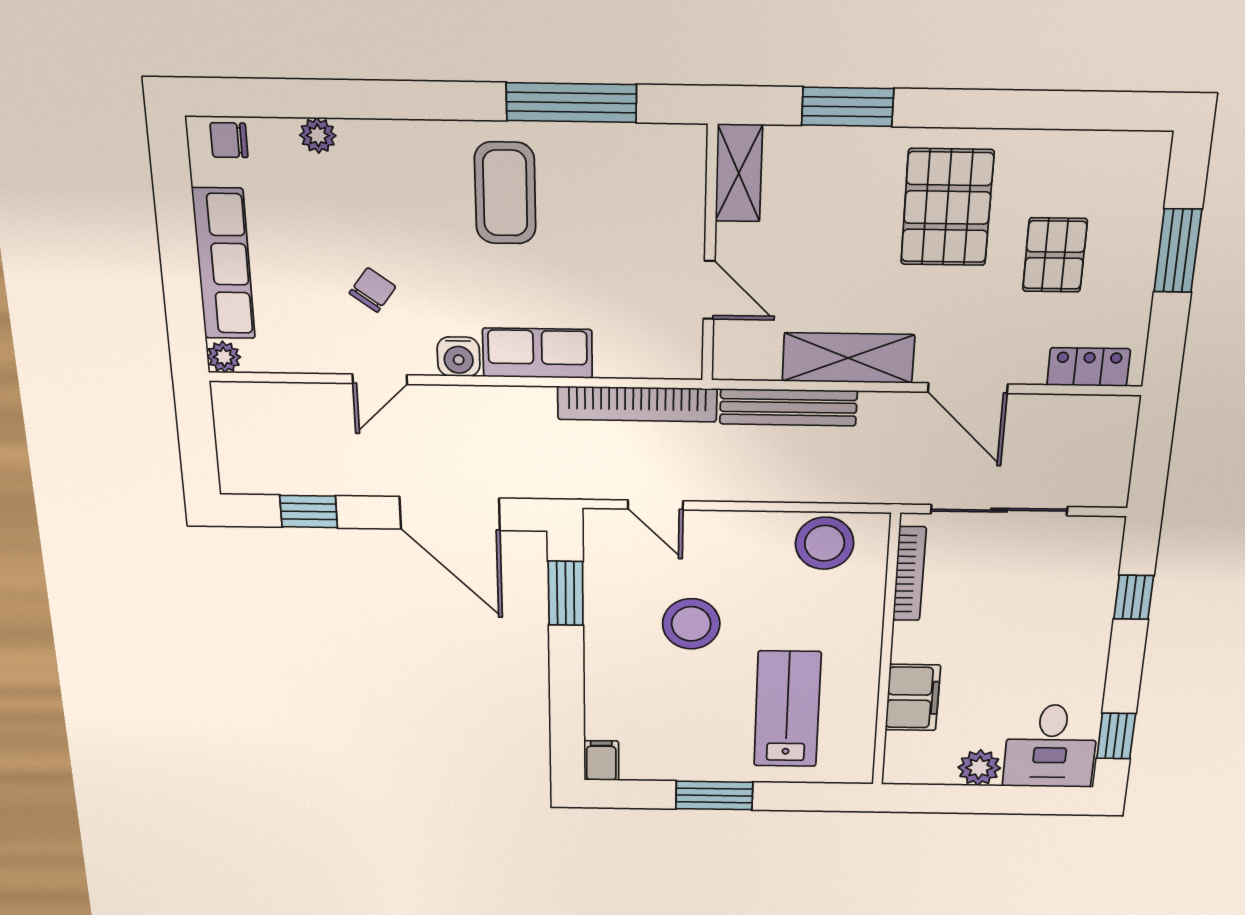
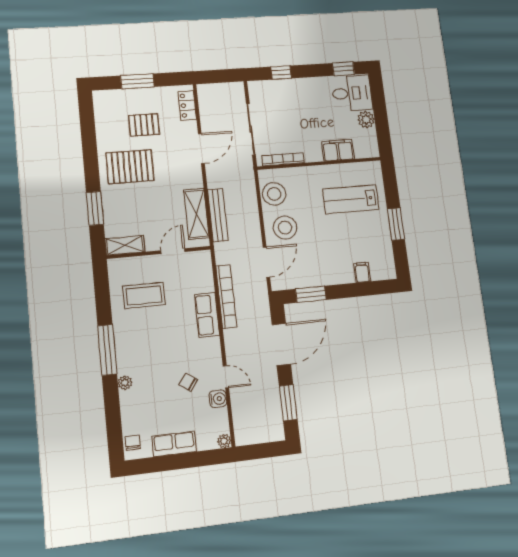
window: (571, 103) -> (107, 350), moved
plant: (318, 135) -> (125, 383), moved
chair: (229, 140) -> (133, 443), turned 180
coffee table: (505, 193) -> (144, 295), moved
row of seats: (224, 264) -> (174, 444), width x0.68
water cooler: (459, 357) -> (218, 399), moved
shelving: (848, 358) -> (196, 214), moved
bookcase: (637, 404) -> (226, 296), moved
door: (655, 505) -> (266, 262), width x1.38
window: (309, 511) -> (288, 403), width x1.50
stool: (691, 624) -> (285, 228), moved
filing cabinet: (601, 760) -> (362, 272), moved, turned 90

